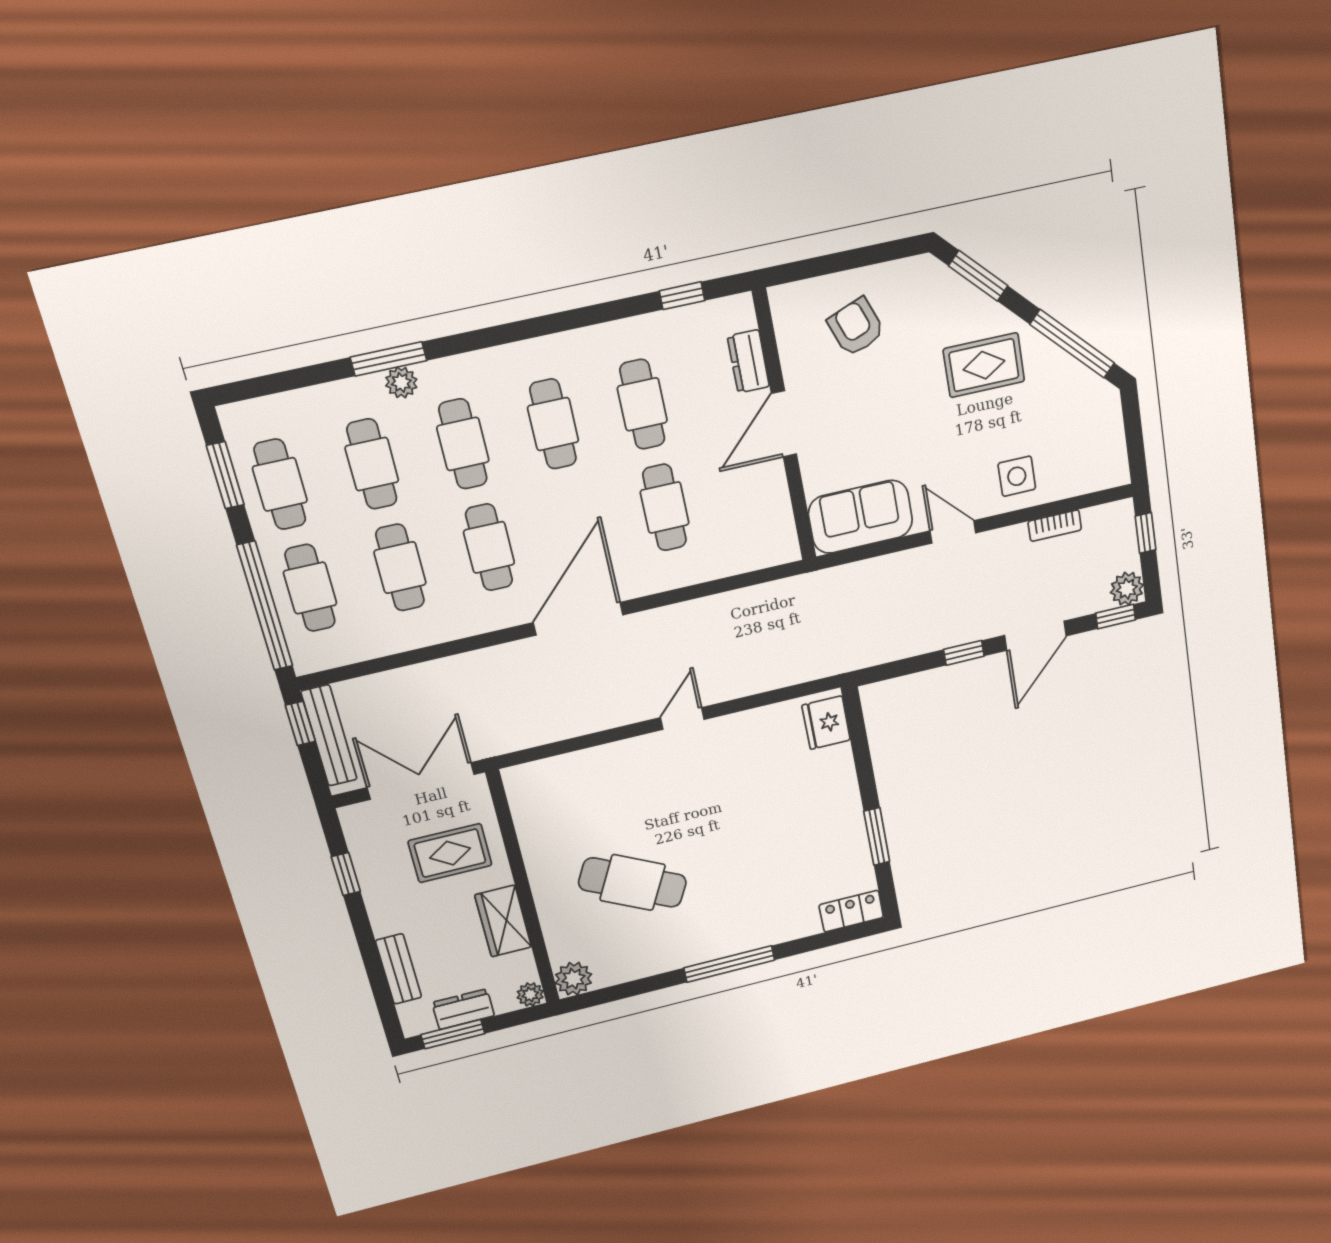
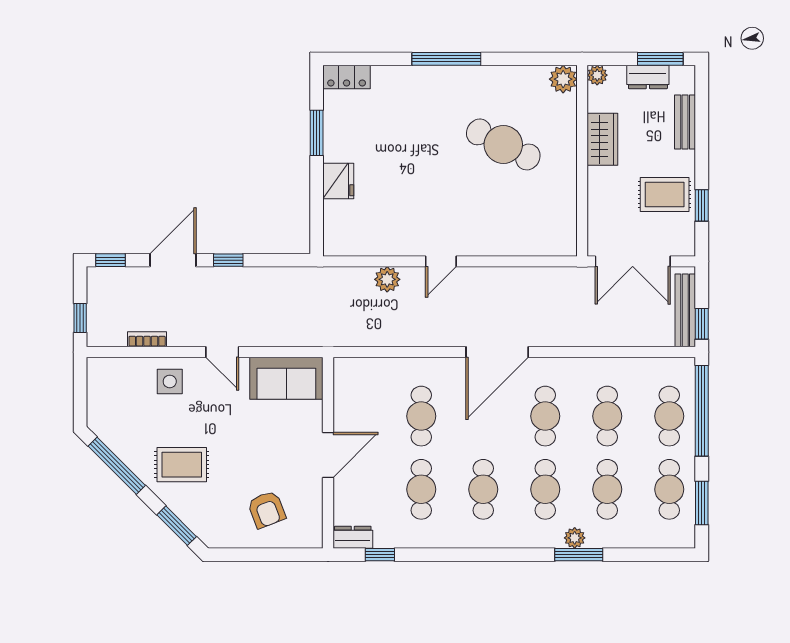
dresser: (748, 361) -> (353, 537), moved, turned -90
plant: (1127, 589) -> (387, 279), moved
fridge: (826, 723) -> (338, 181), moved
rug: (450, 853) -> (665, 194), moved

